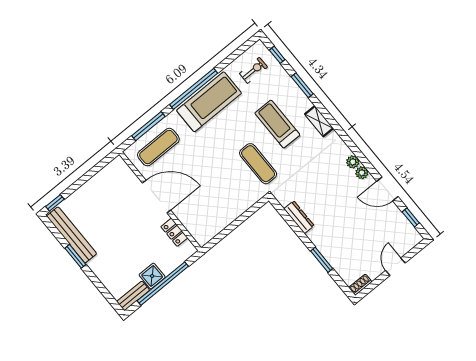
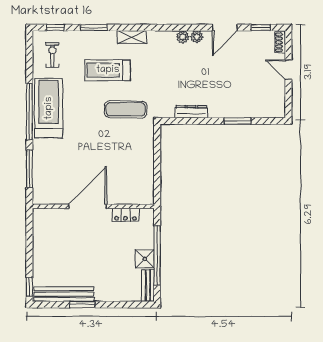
exercise mat: (158, 147) -> (51, 174), removed
shoe rack: (360, 285) -> (280, 42), moved

